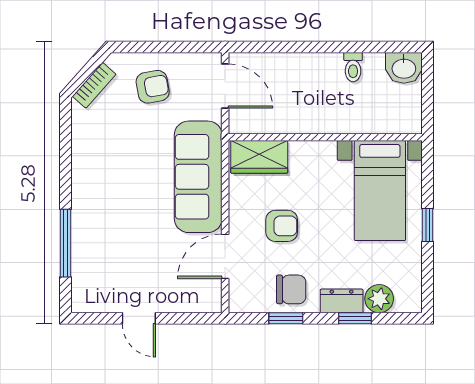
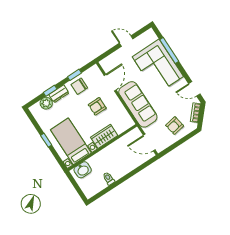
washbasin: (404, 68) -> (83, 170), moved, turned 180
door: (65, 134) -> (194, 89), added
wardrobe: (259, 157) -> (104, 136), moved
corner sofa: (109, 226) -> (158, 67), added

